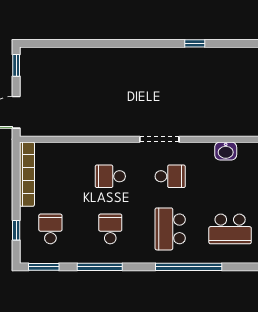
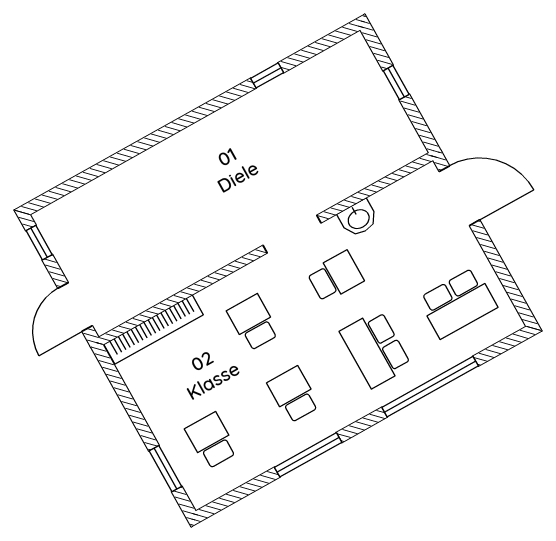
washbasin: (226, 151) -> (358, 218), moved
bookcase: (27, 174) -> (154, 329), moved, turned 90
school desk: (110, 176) -> (253, 323), turned 90
window: (16, 230) -> (165, 469), width x1.50
window: (44, 267) -> (231, 498), removed

